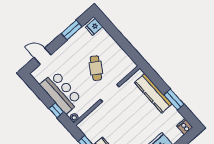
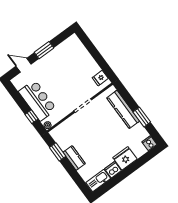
fridge: (94, 27) -> (100, 78), moved
window: (72, 30) -> (44, 50), moved
cafe table: (96, 68) -> (72, 81), removed

